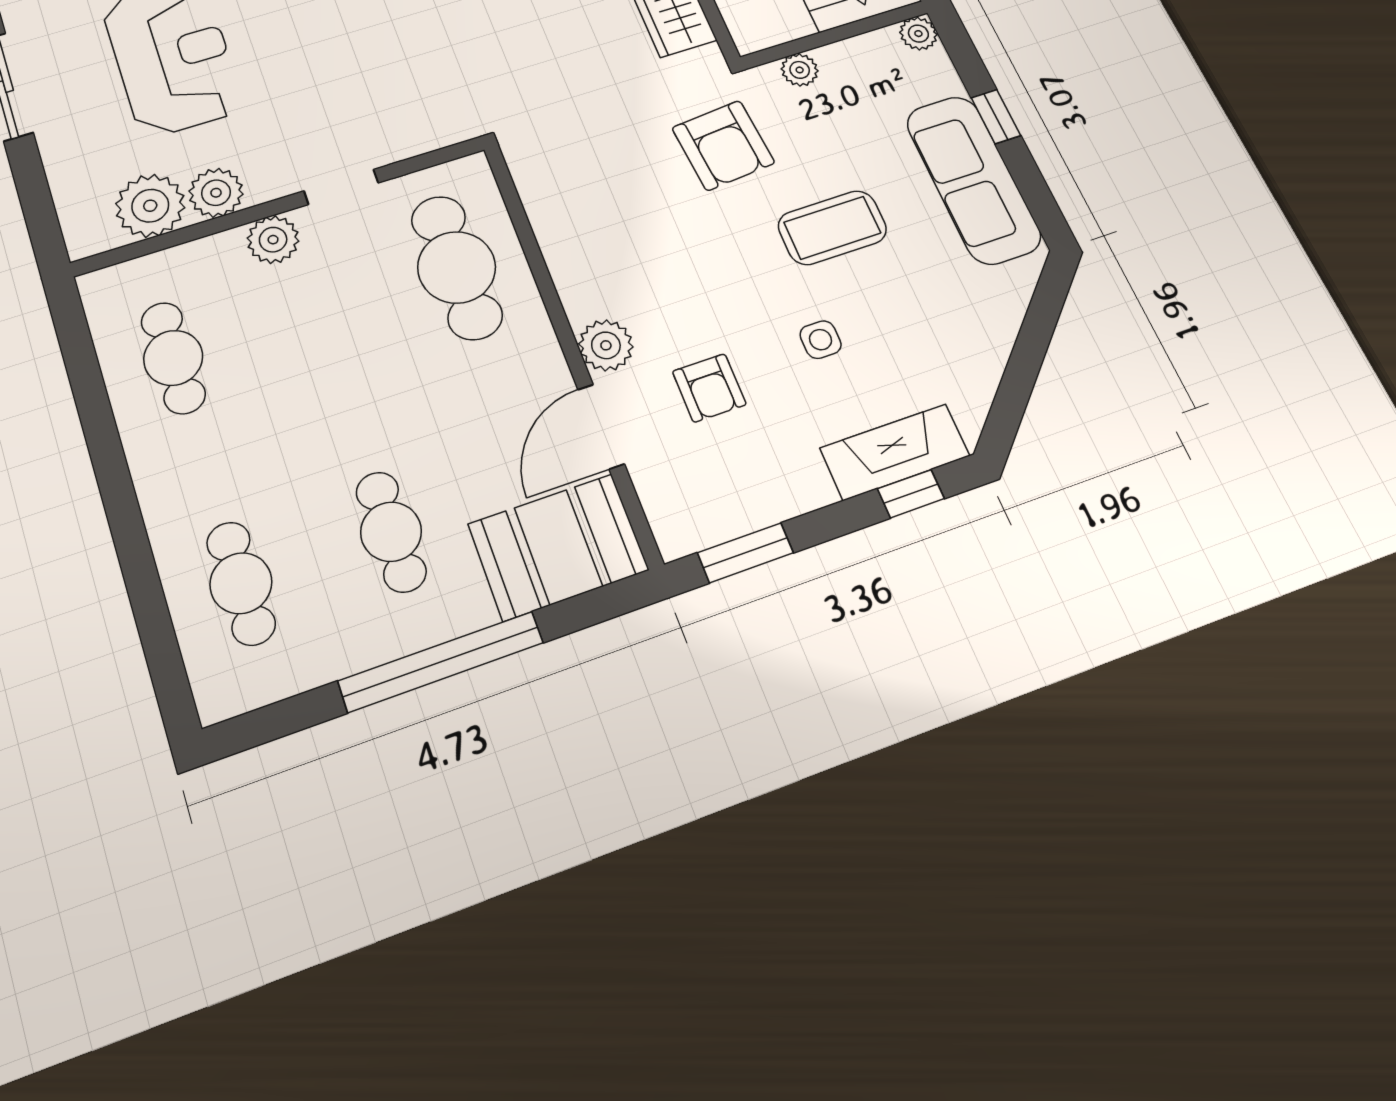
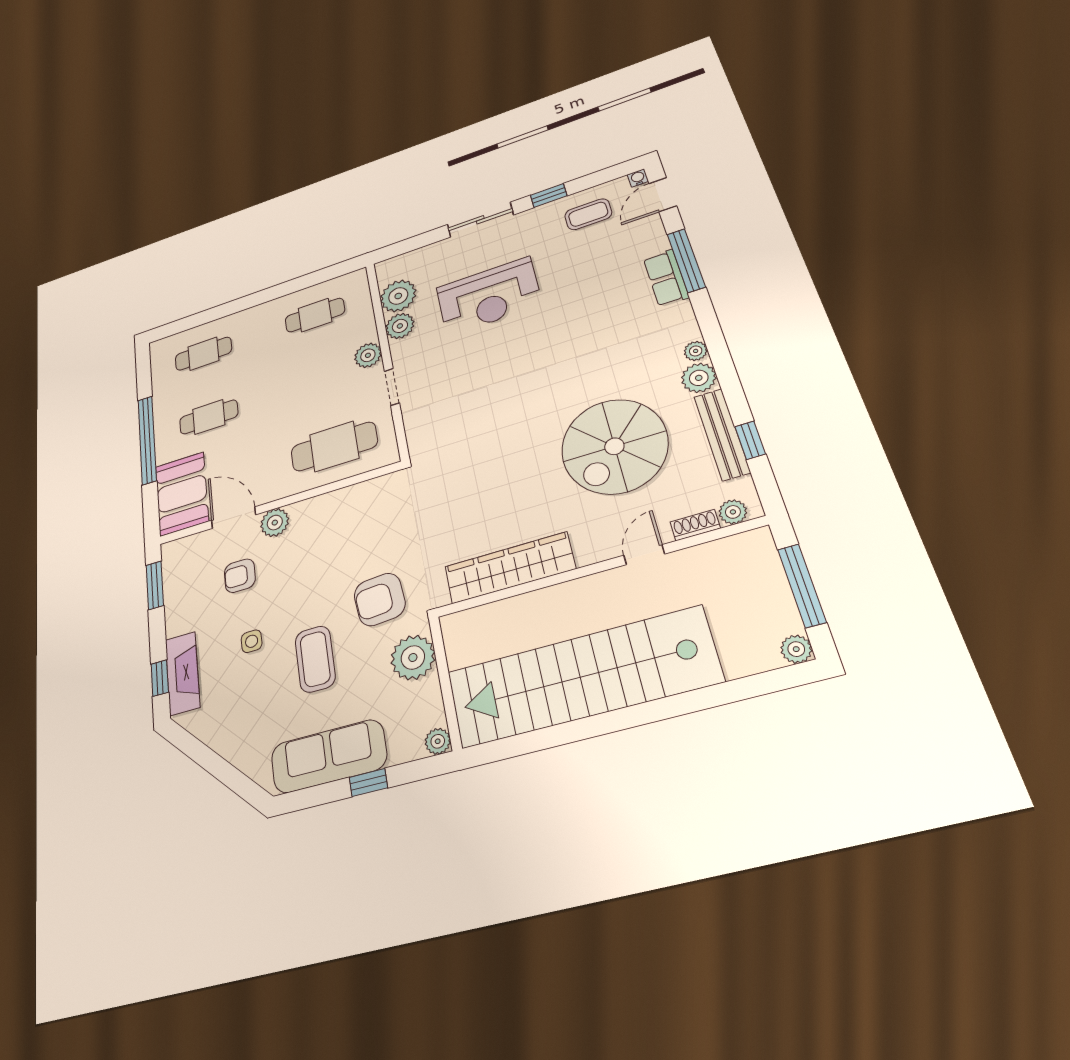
plant: (800, 70) -> (413, 657), width x1.88, depth x1.88

